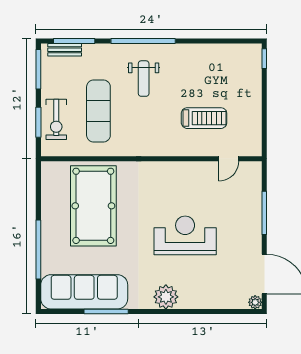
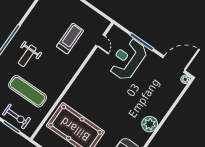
weight bench: (144, 79) -> (27, 56), turned 90
reception desk: (185, 235) -> (128, 59), moved

